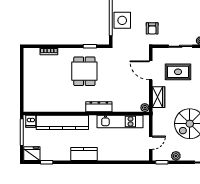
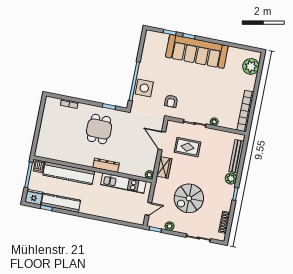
kitchen counter: (84, 154) -> (61, 203), moved, width x1.50

